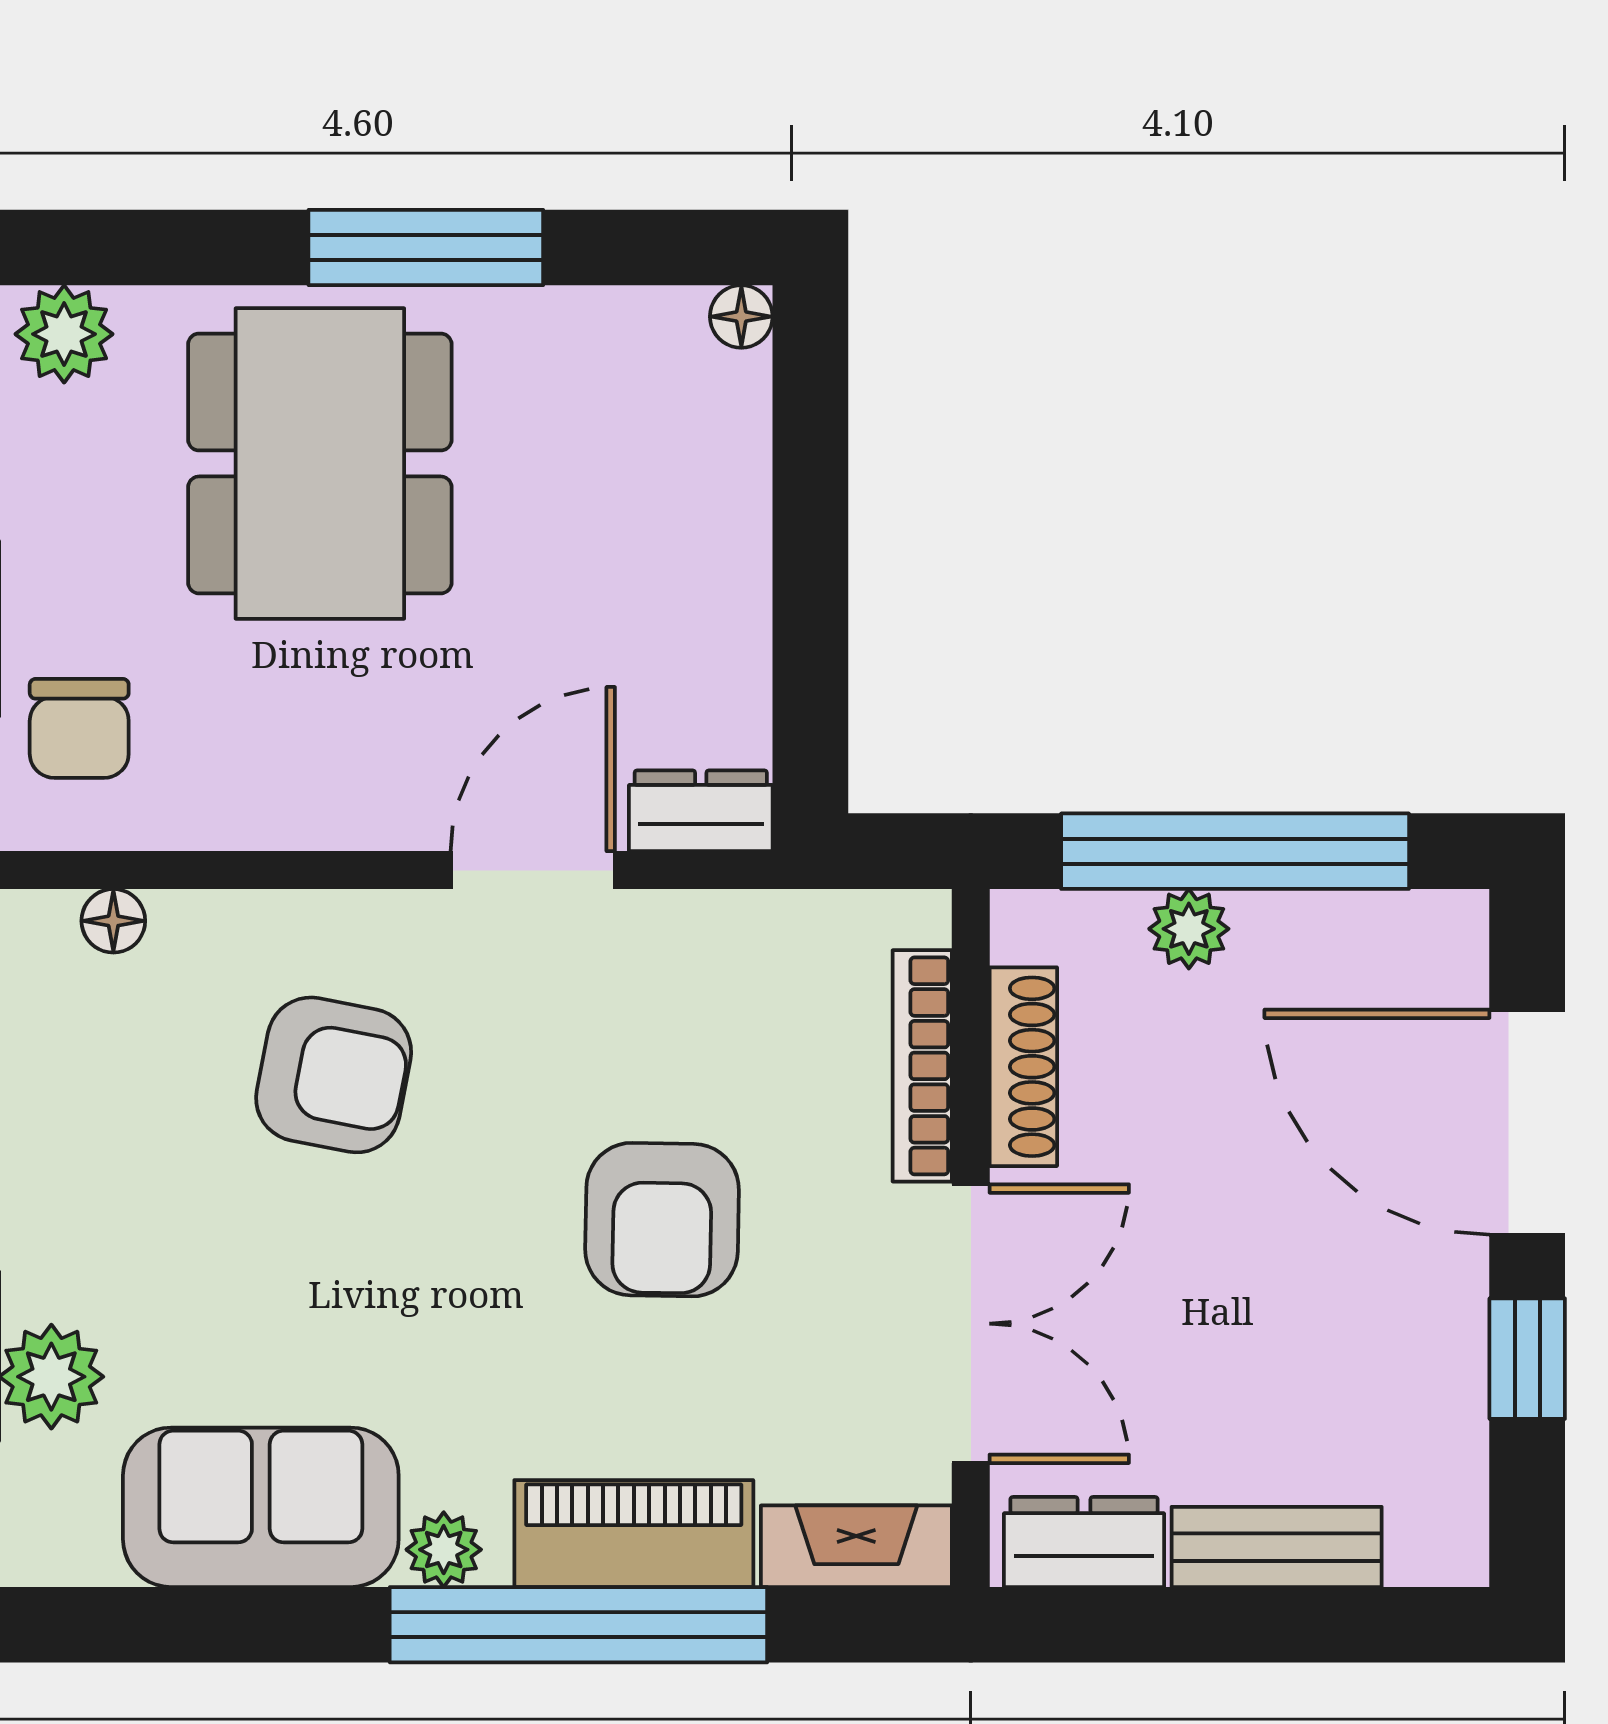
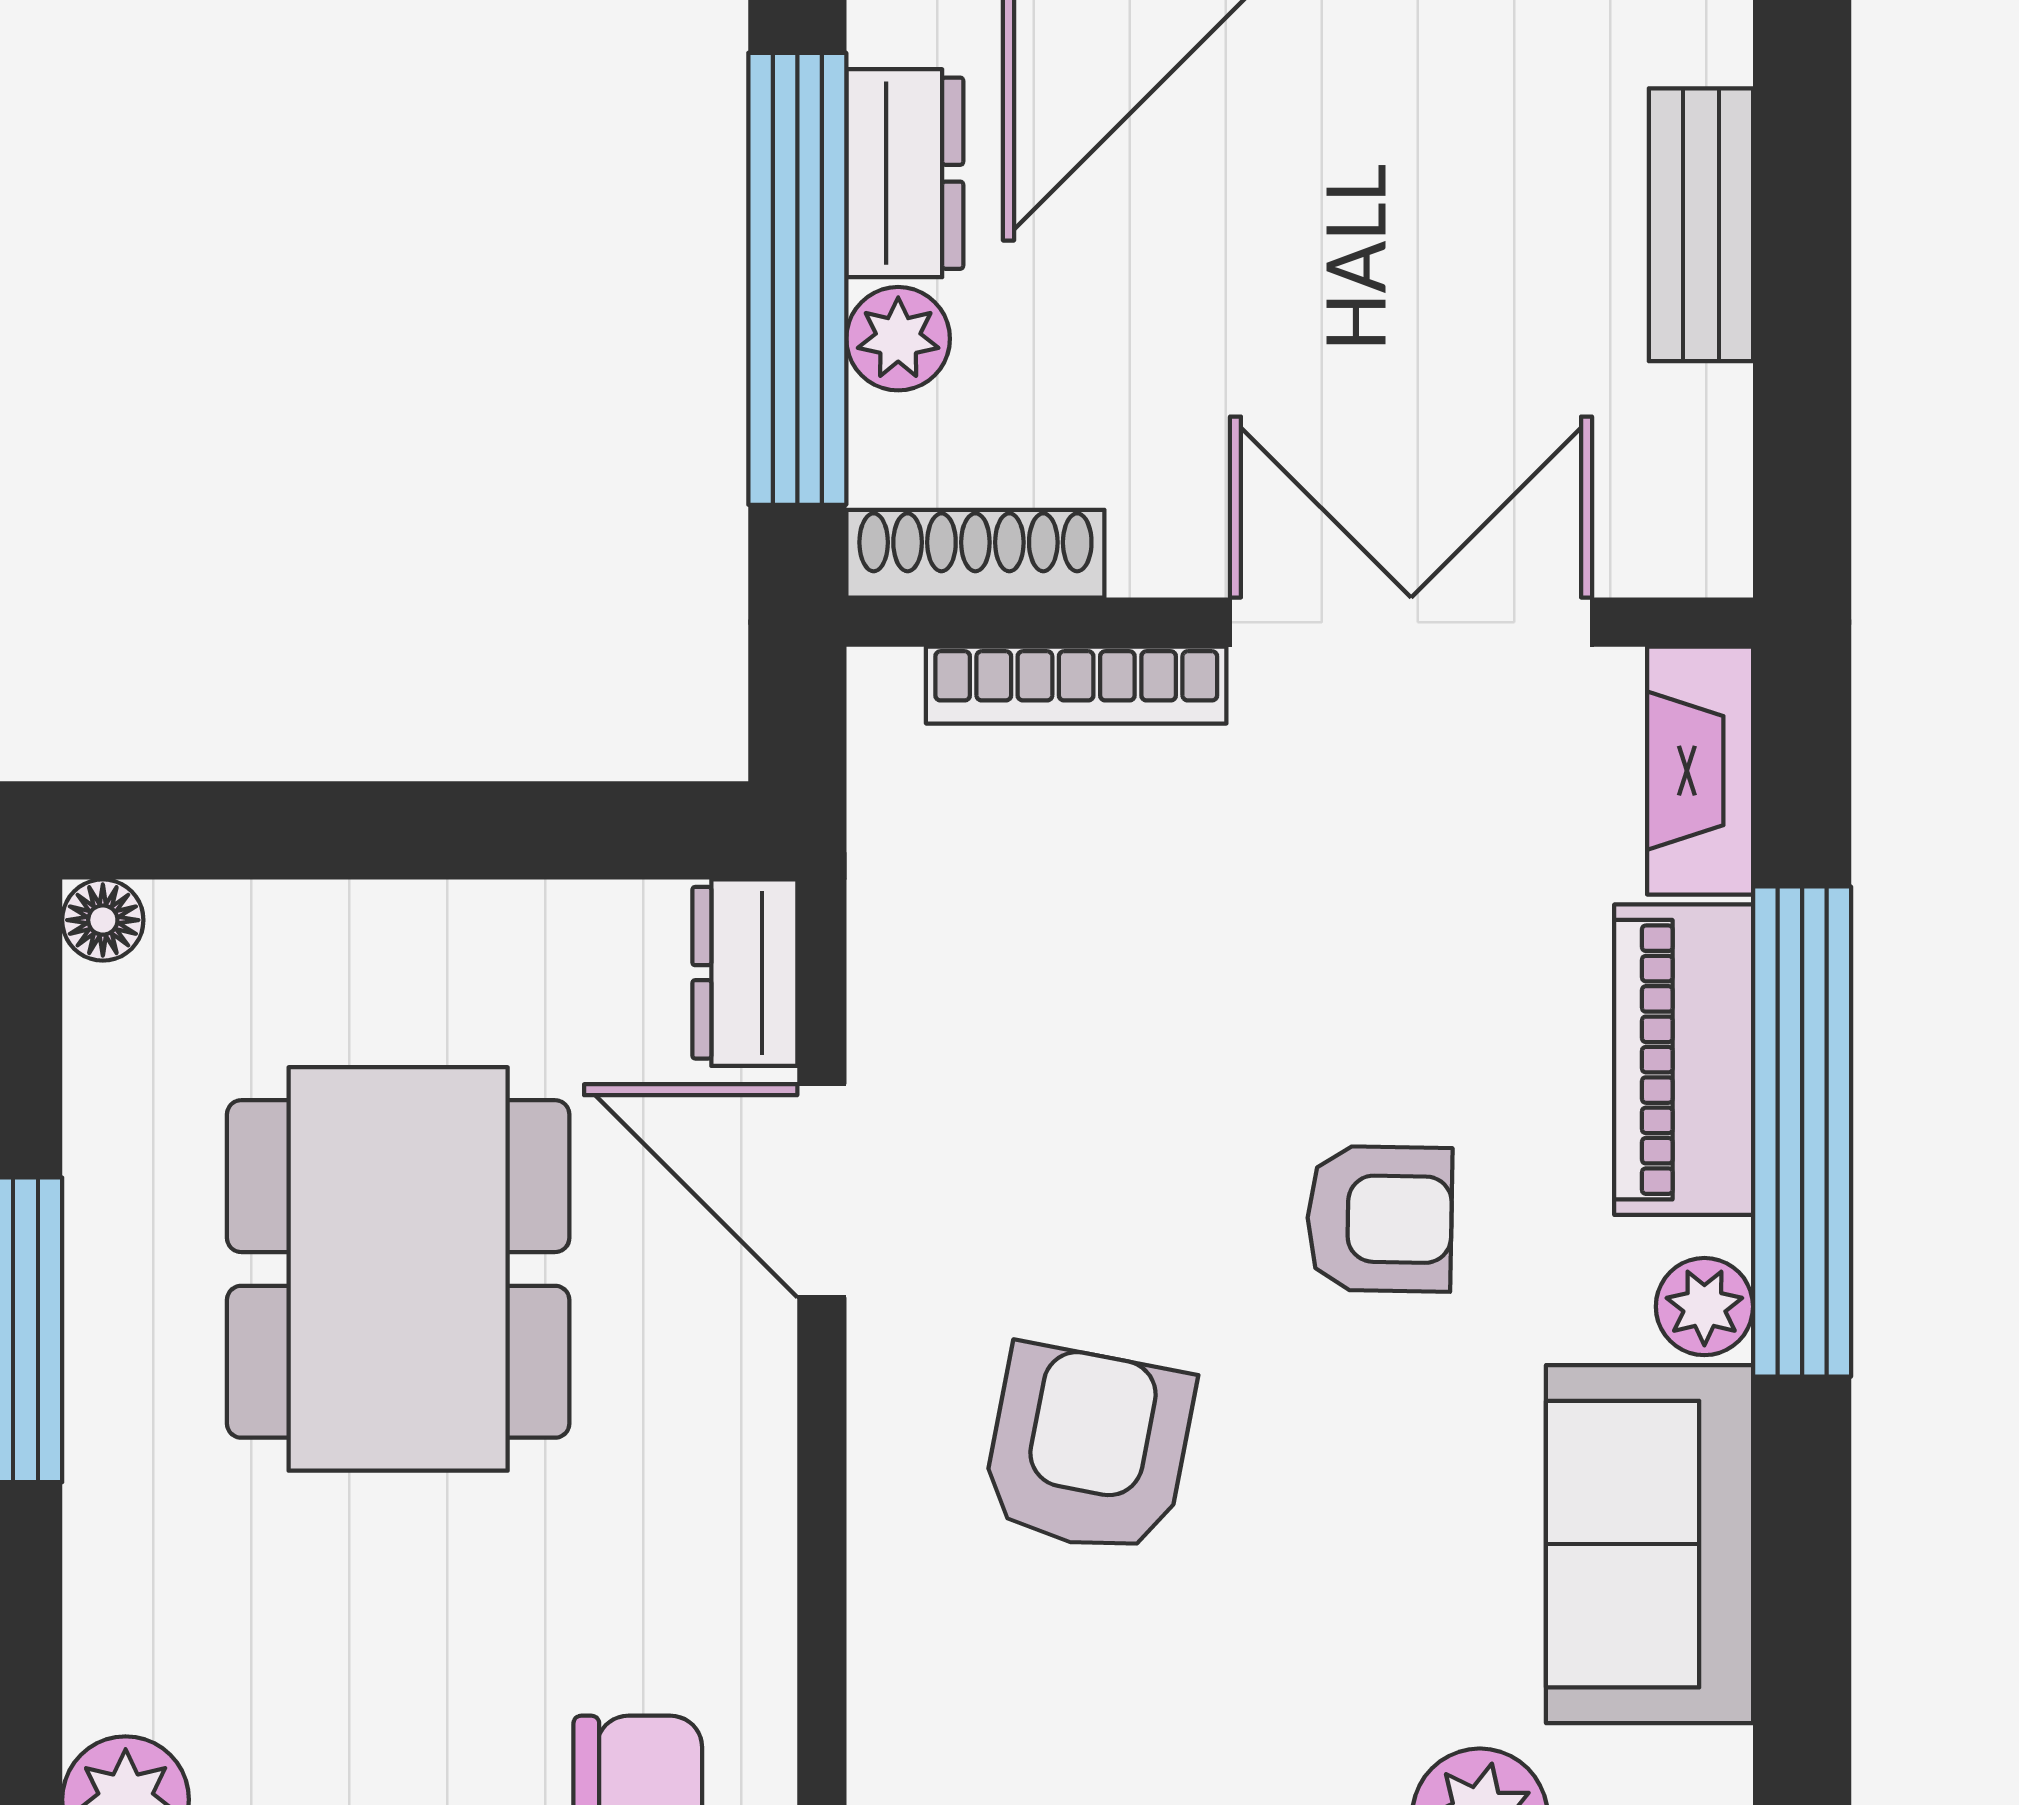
dining table: (320, 463) -> (398, 1269), moved, turned 90
floor lamp: (113, 921) -> (888, 1736), removed
shoe rack: (1023, 1067) -> (975, 554), moved
armchair: (662, 1220) -> (1379, 1219), moved, width x0.72, depth x0.72
dresser: (1084, 1542) -> (905, 173), moved, turned 180

